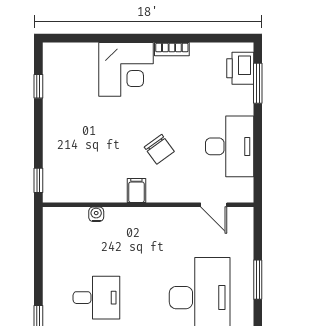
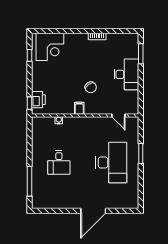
printer: (240, 68) -> (38, 100), moved, turned 180
corner desk: (126, 69) -> (50, 47), moved
desk: (230, 146) -> (126, 74), moved
desk: (96, 298) -> (59, 163), turned 90

